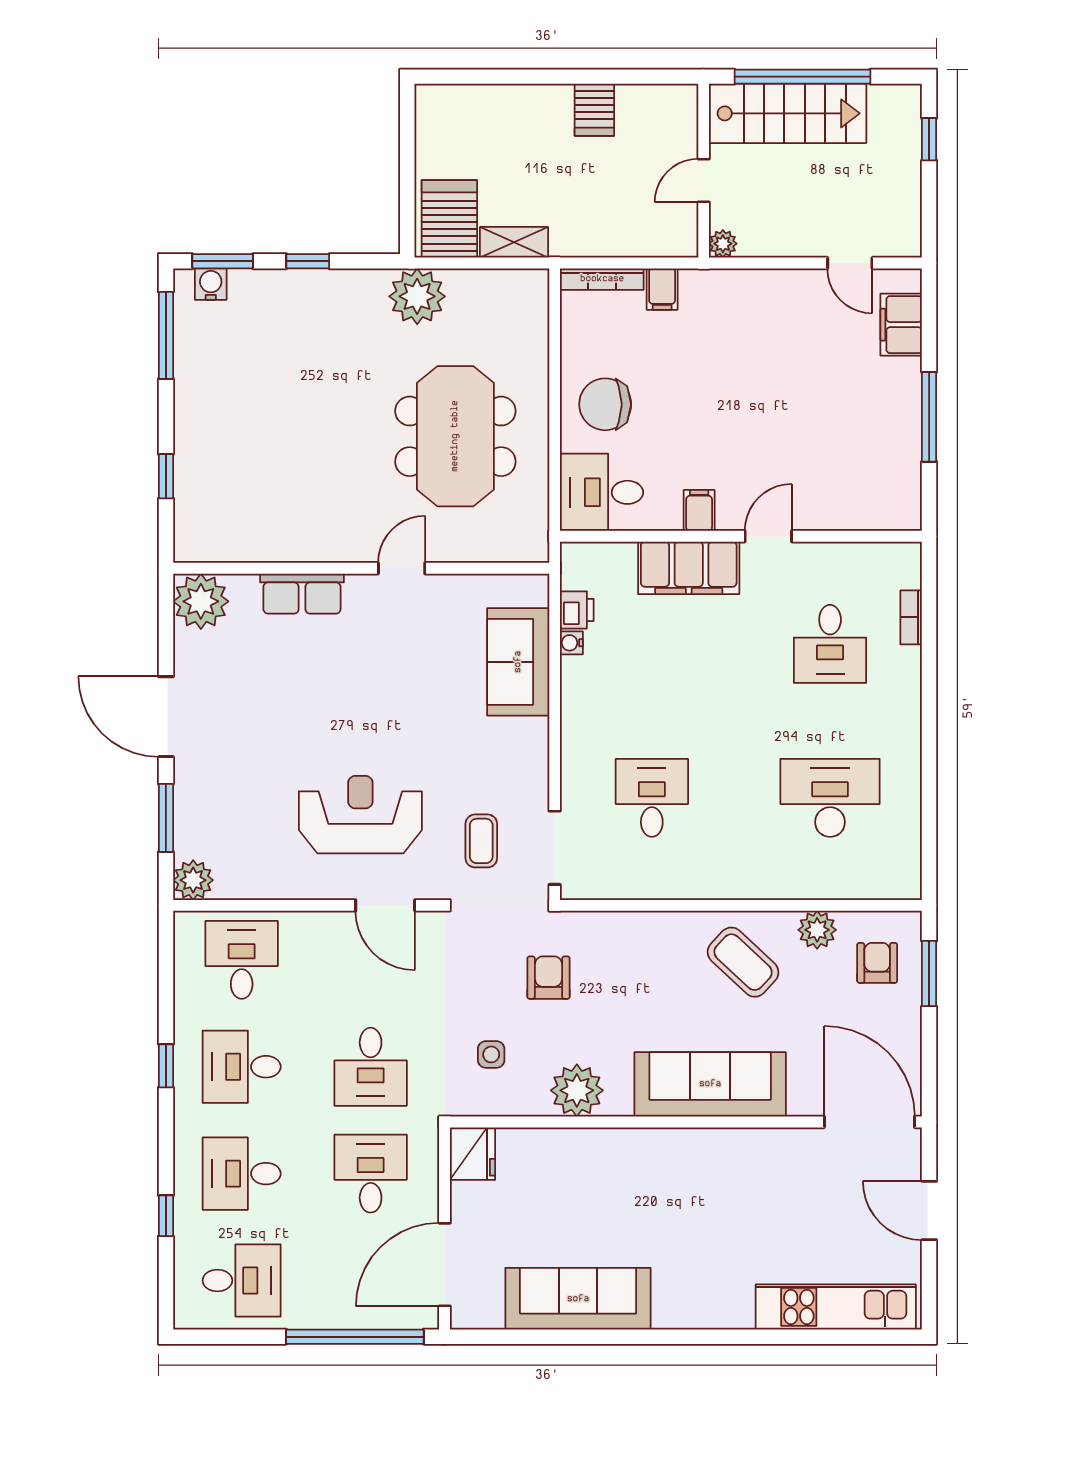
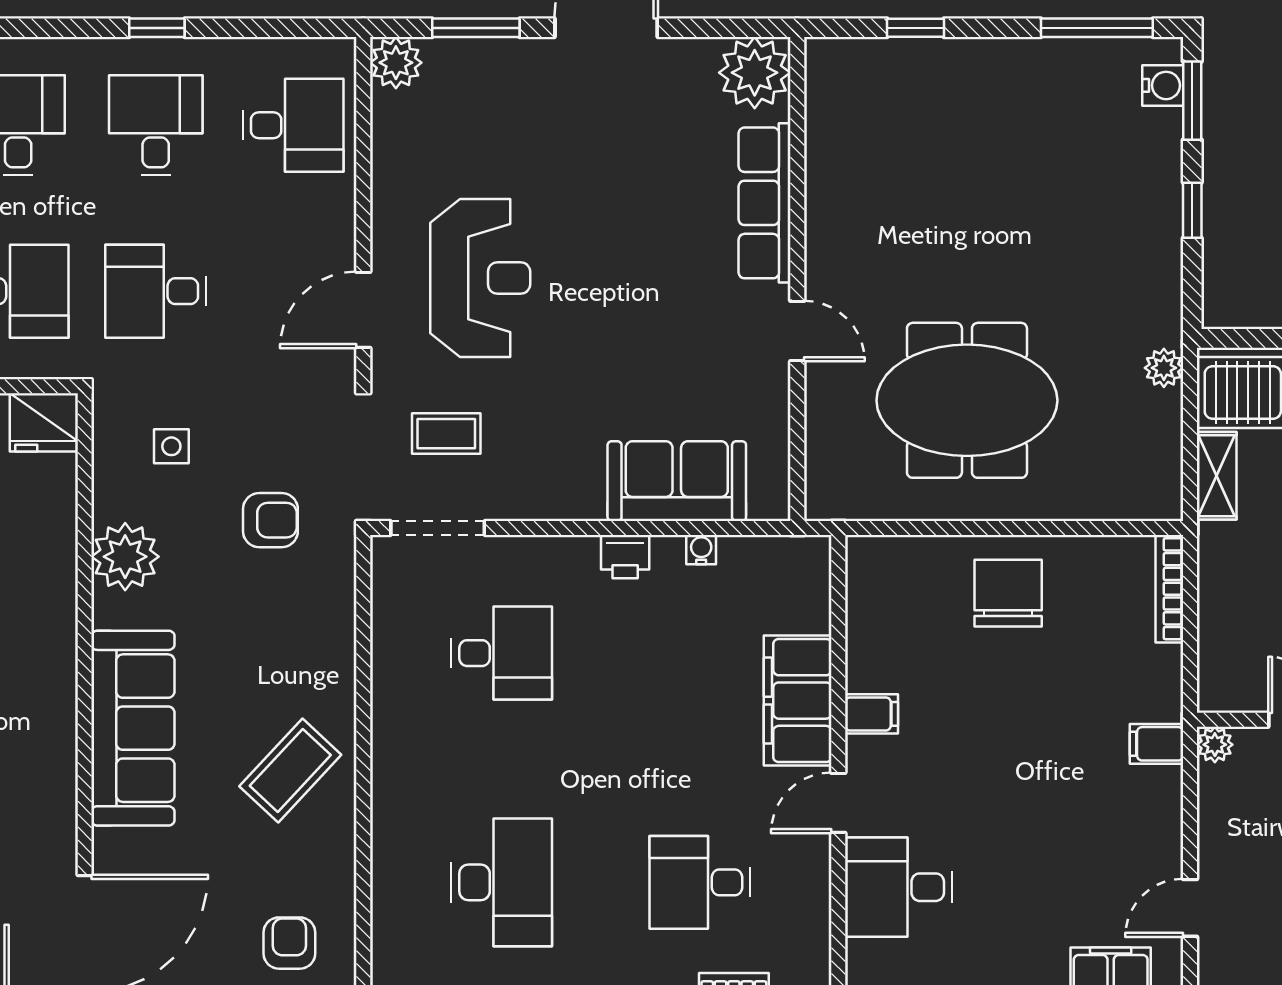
filing cabinet: (662, 289) -> (1156, 744), moved
plant: (417, 296) -> (1164, 368), width x0.53, depth x0.53
desk: (602, 492) -> (899, 887), moved, turned -90
door: (768, 536) -> (838, 803), swing flipped
row of seats: (302, 594) -> (765, 203), width x1.48
printer: (577, 610) -> (625, 557), moved
plant: (817, 930) -> (332, 866), removed
armchair: (877, 963) -> (289, 943), turned -90

